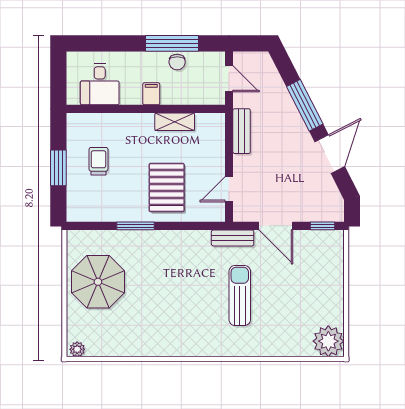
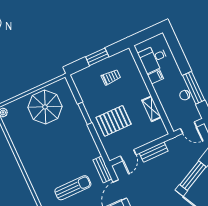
door: (229, 79) -> (189, 128), hinge flipped
filing cabinet: (151, 94) -> (155, 77), moved
bench: (242, 131) -> (154, 152), moved
door: (229, 189) -> (128, 155), swing flipped

